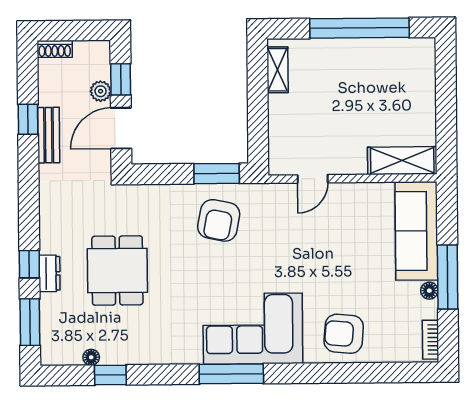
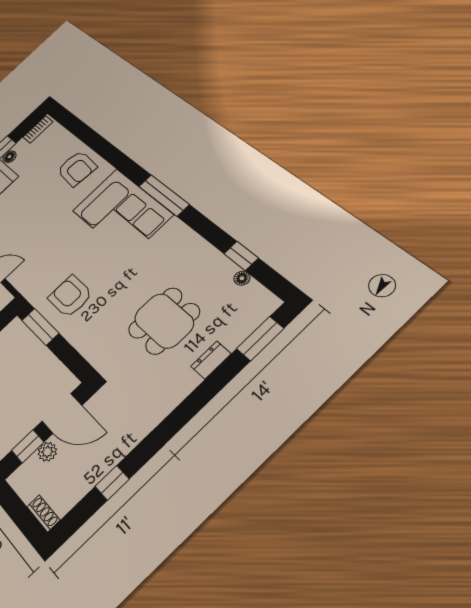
bench: (49, 135) -> (111, 457), removed
armchair: (219, 220) -> (70, 296), turned -101
window: (29, 264) -> (218, 379), removed

